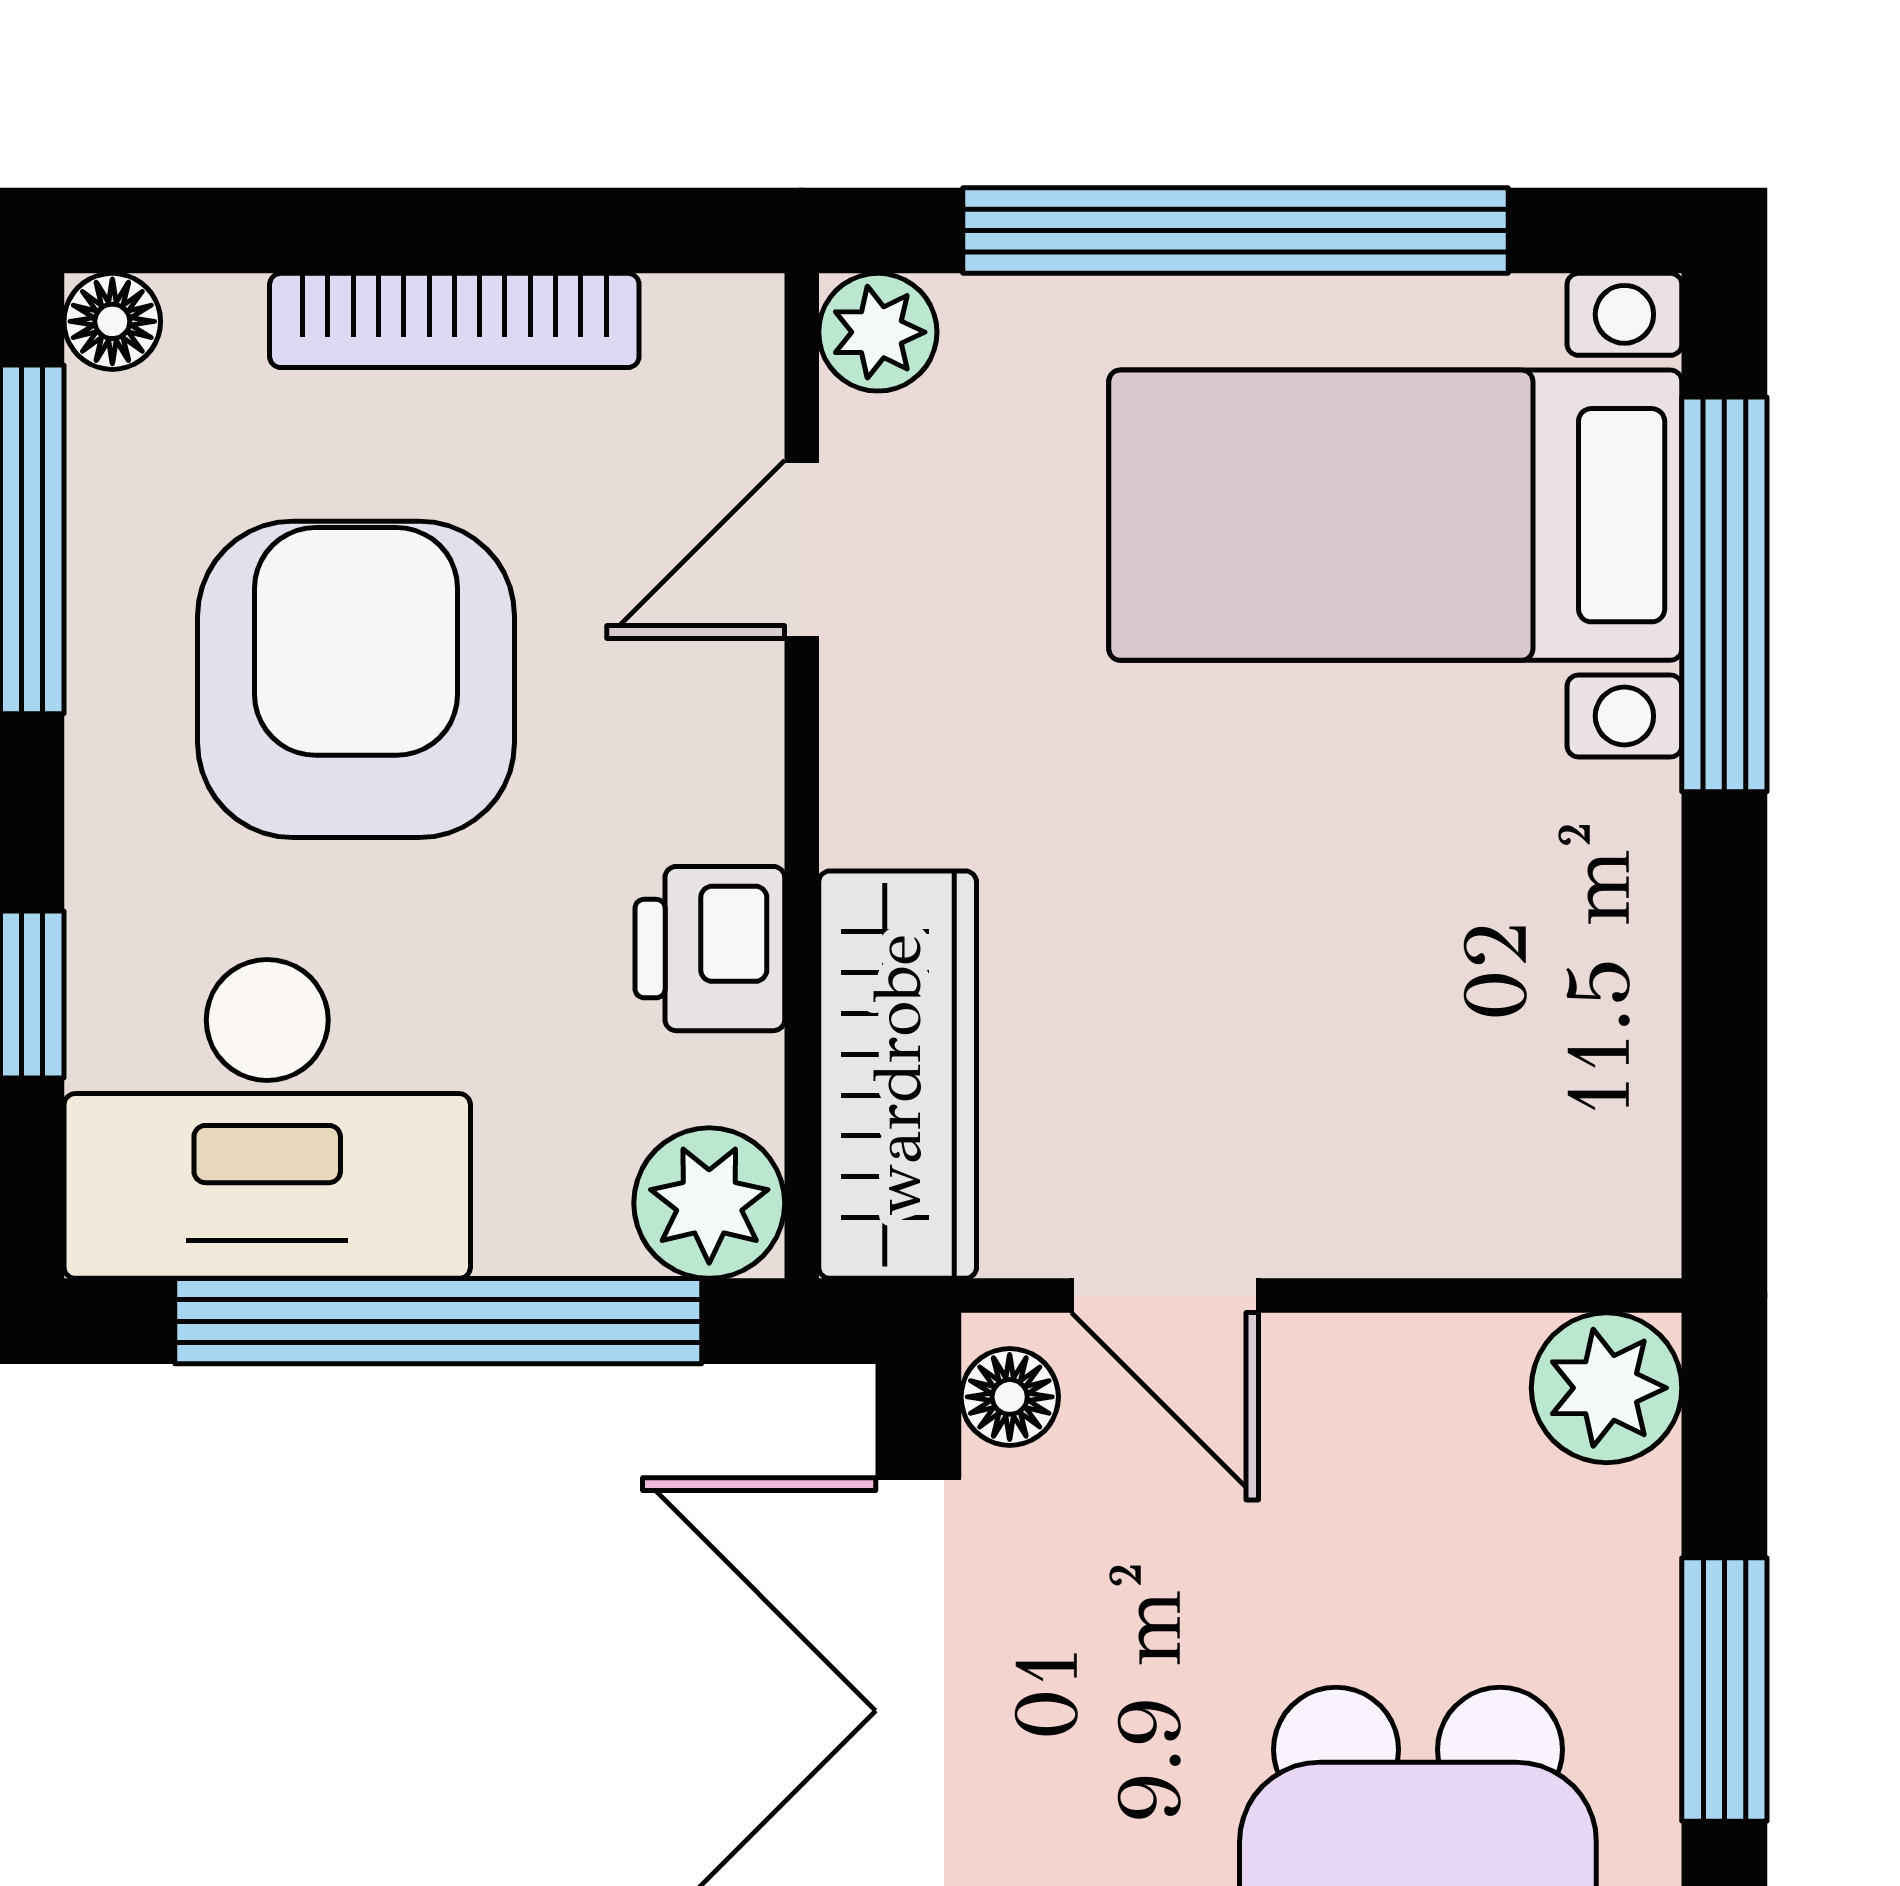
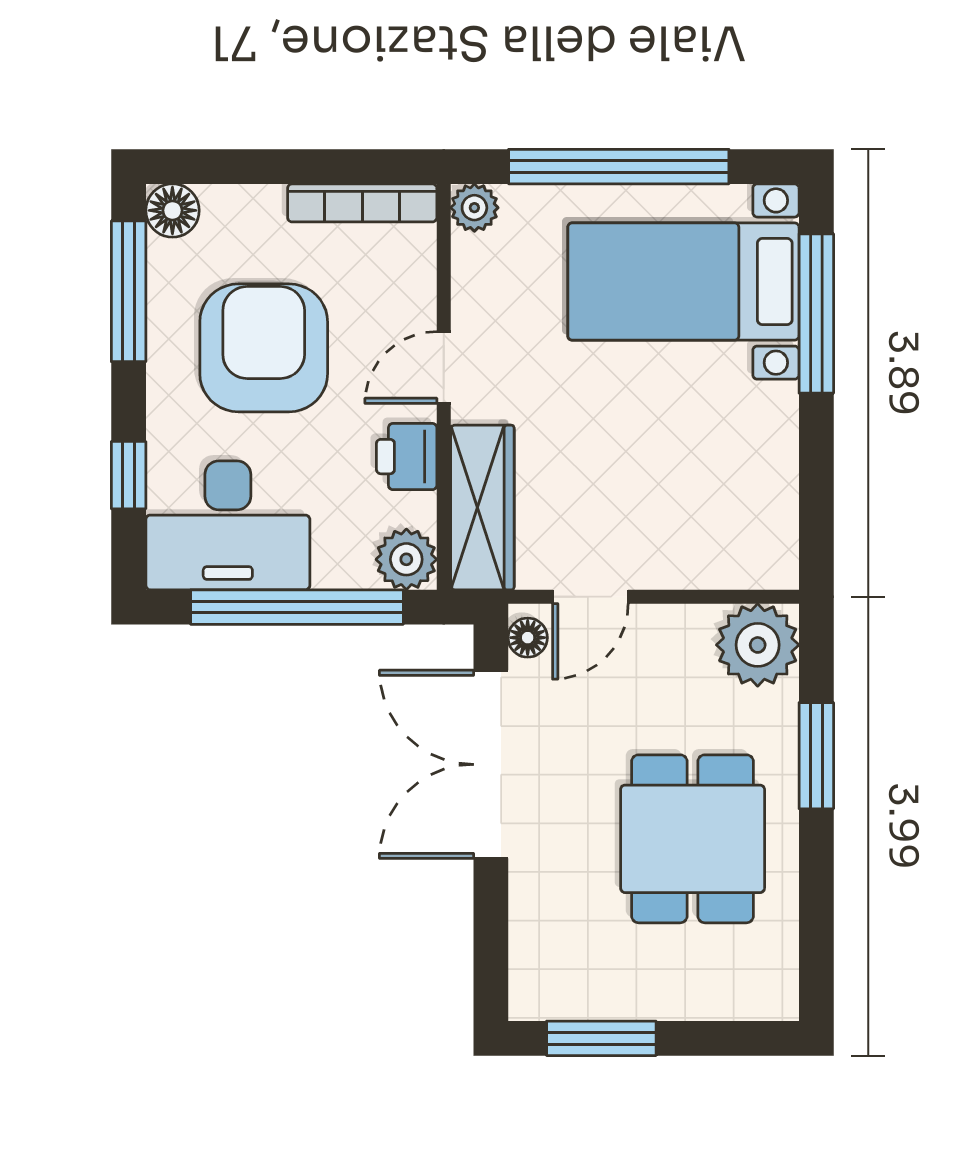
bookcase: (454, 320) -> (362, 203), moved
floor lamp: (112, 321) -> (172, 210), width x1.37, depth x1.37
door: (802, 549) -> (444, 367), moved
door: (1165, 1296) -> (590, 597), hinge flipped
plant: (1607, 1388) -> (758, 645), width x1.36, depth x1.36

